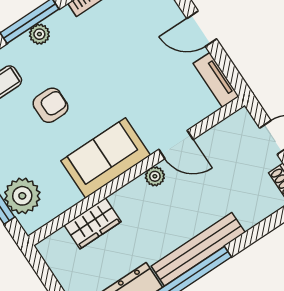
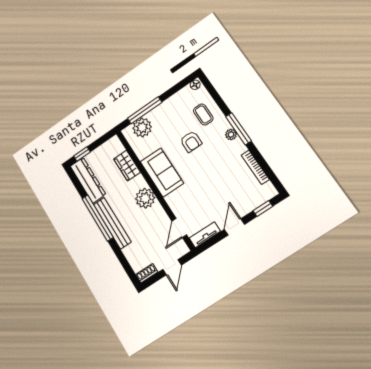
door: (176, 145) -> (179, 228), moved
plant: (155, 176) -> (145, 198), width x1.87, depth x1.87

